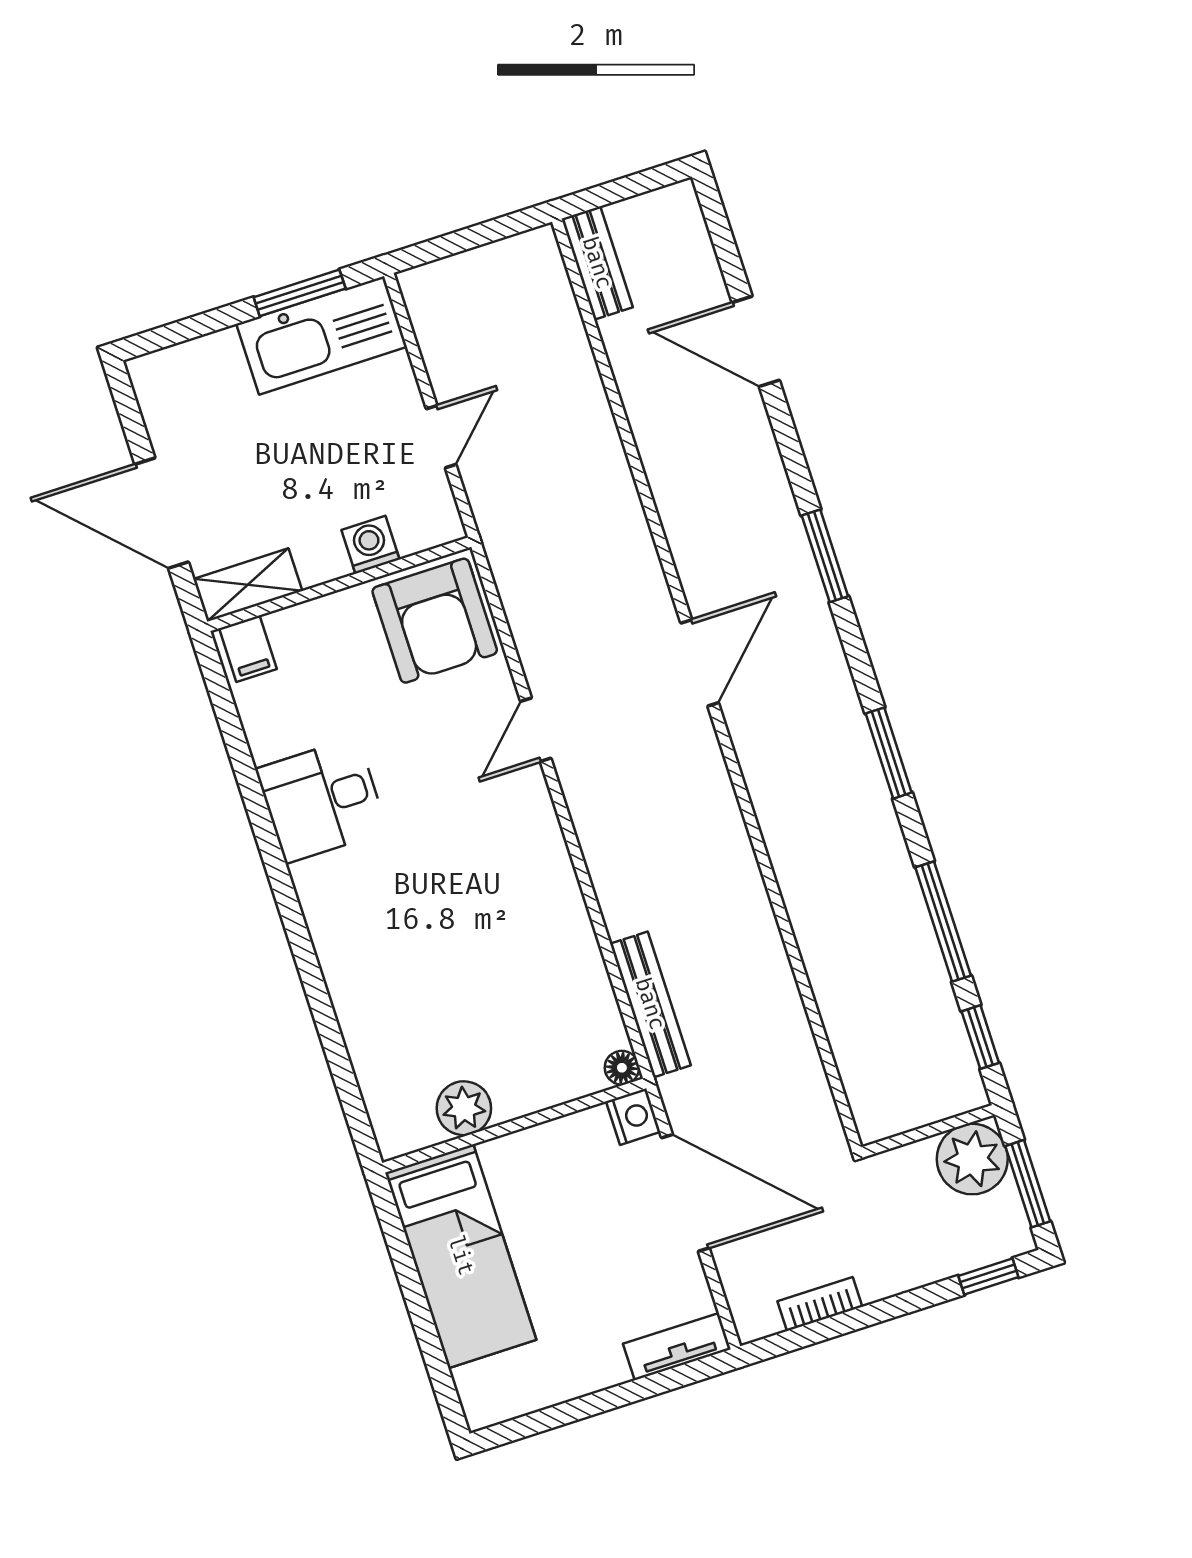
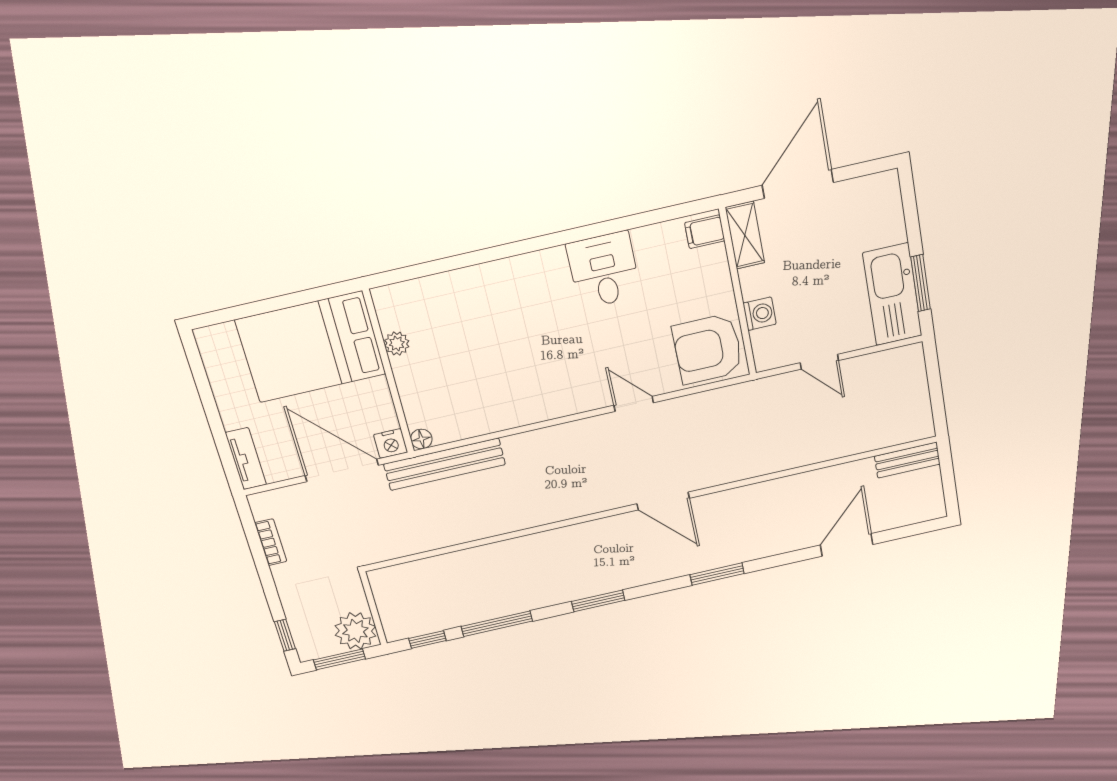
bench: (650, 1004) -> (445, 464), width x1.37, depth x1.21
plant: (464, 1108) -> (397, 344), width x0.73, depth x0.73
door: (685, 1193) -> (342, 470), swing flipped
bed: (461, 1256) -> (311, 347), width x1.50

